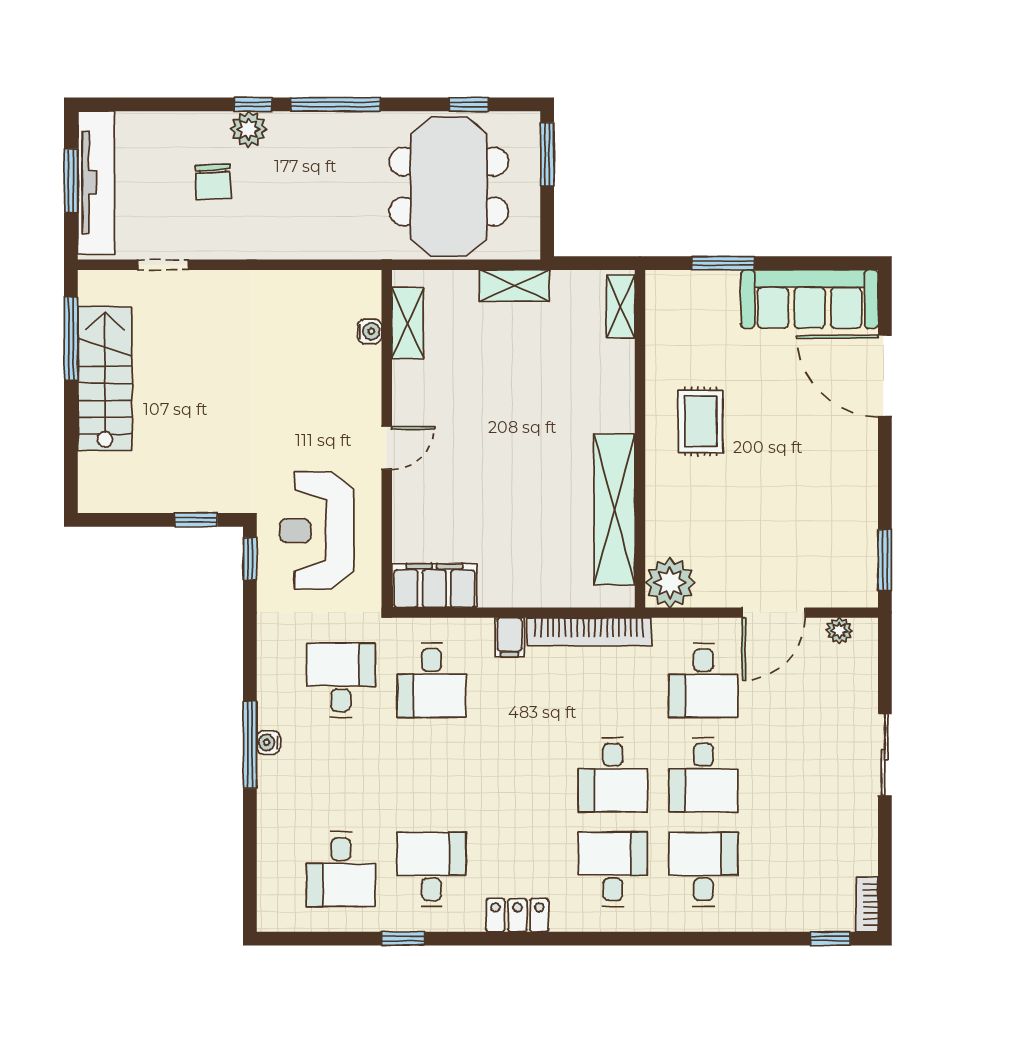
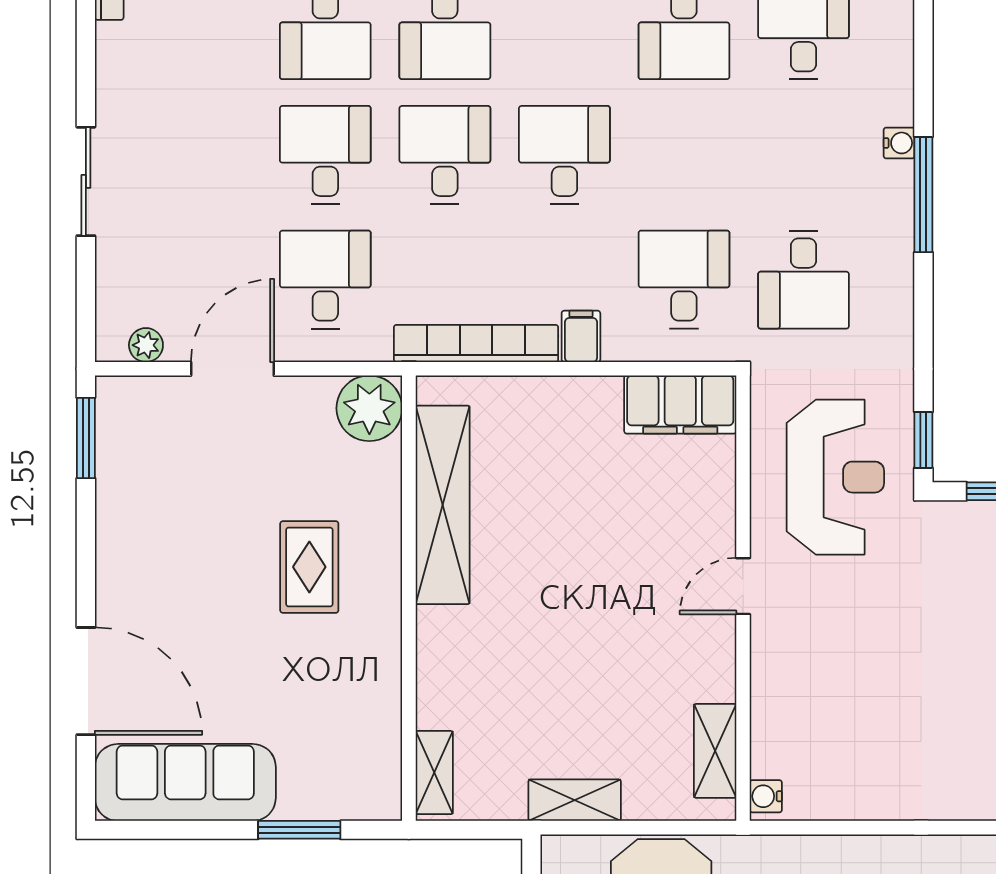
water cooler: (369, 331) -> (766, 796), moved
rug: (701, 422) -> (309, 567), moved
water cooler: (268, 742) -> (899, 143), moved
desk: (522, 775) -> (564, 155), added

